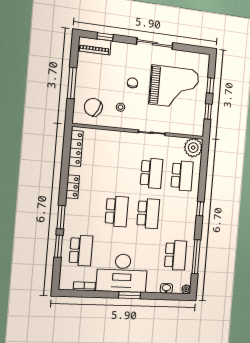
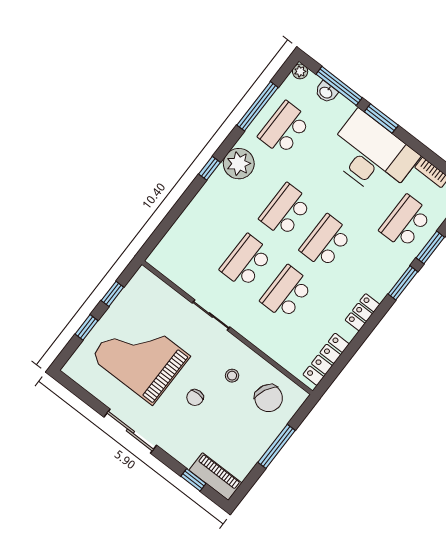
plant: (193, 148) -> (239, 164), moved
school desk: (182, 176) -> (287, 293), moved
window: (162, 296) -> (339, 86), added

